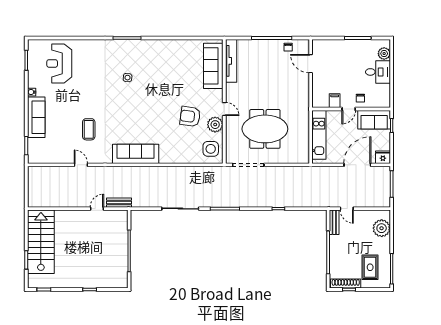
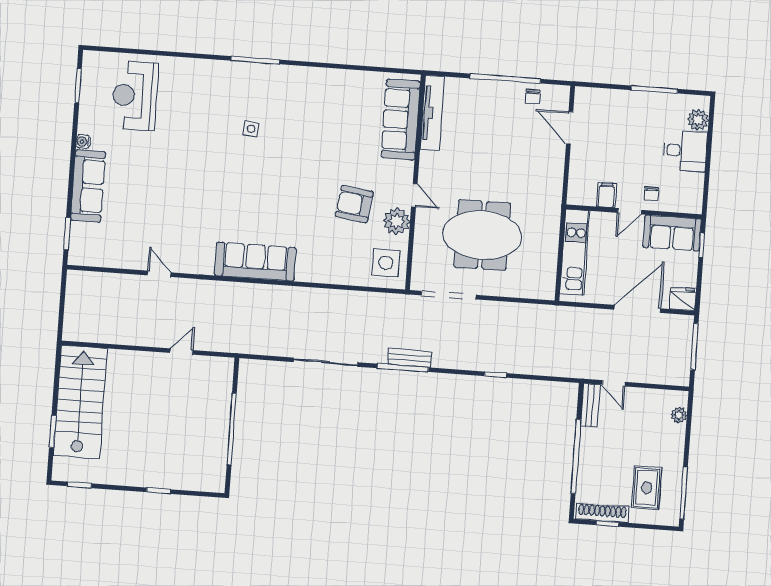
coffee table: (89, 129) -> (177, 213), removed
bench: (119, 203) -> (410, 358), moved
plant: (382, 228) -> (679, 415), width x0.53, depth x0.53

